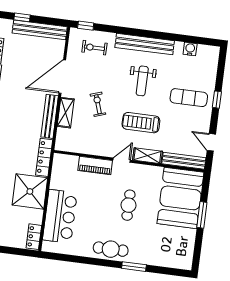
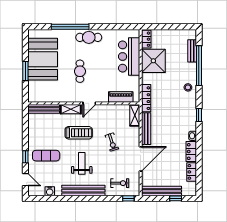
shelving: (66, 113) -> (135, 115), moved
door: (211, 142) -> (25, 180), moved
piano: (95, 166) -> (121, 97), moved
shower: (30, 191) -> (153, 61), moved
booth: (180, 198) -> (43, 59), moved
window: (134, 267) -> (70, 27), width x2.11

